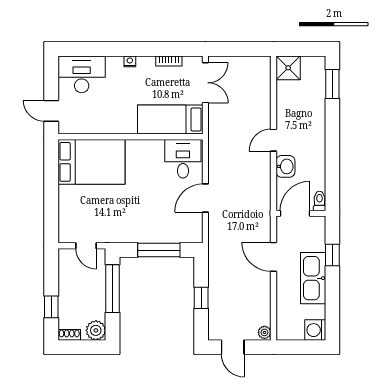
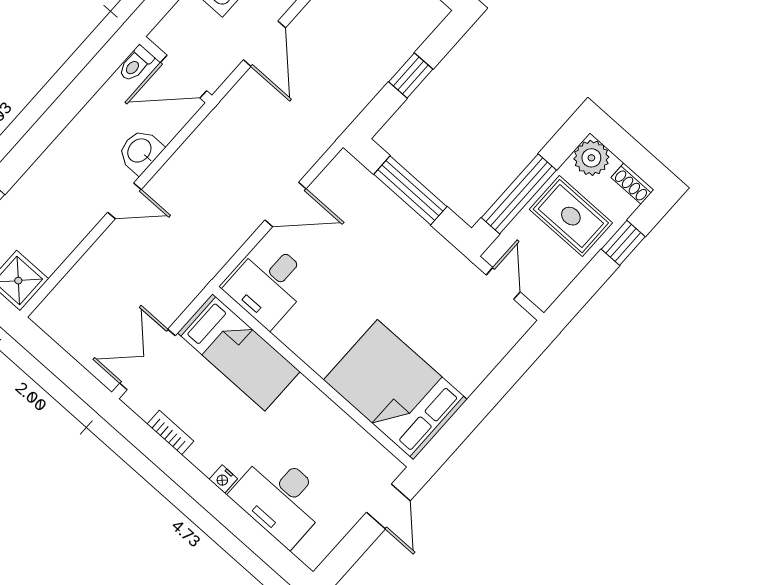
desk: (82, 74) -> (280, 498), moved
rug: (83, 299) -> (571, 216), added

